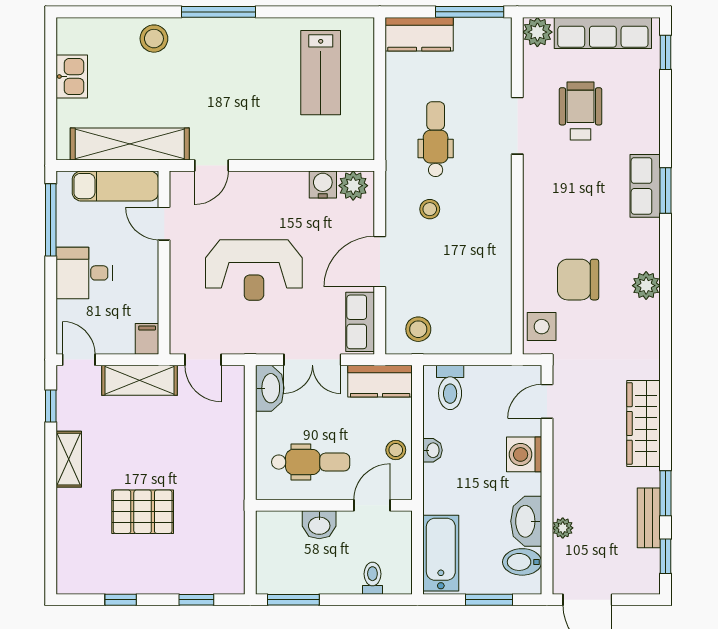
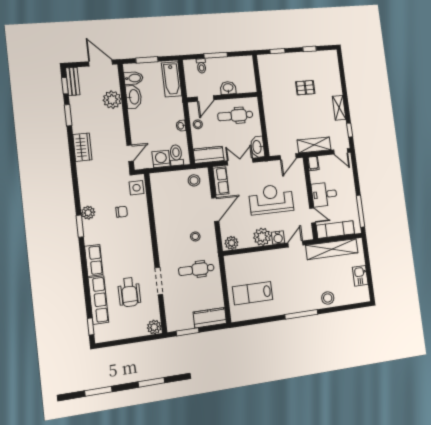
window: (470, 12) -> (188, 332), width x0.69
row of seats: (603, 33) -> (98, 300), moved, turned 90
lab bench: (321, 73) -> (253, 293), turned -90
dental chair: (436, 139) -> (196, 269), turned 90
water cooler: (323, 185) -> (278, 238), moved
window: (666, 190) -> (80, 226), moved
plant: (284, 191) -> (262, 237), added
desk: (84, 273) -> (324, 194), moved, turned 180
chair: (578, 280) -> (122, 212), width x0.54, depth x0.54
door: (203, 360) -> (288, 157), swing flipped
wardrobe: (643, 423) -> (82, 147), width x0.67
washing machine: (524, 454) -> (161, 159), moved, turned -90
pallet: (143, 512) -> (305, 88), width x0.67, depth x0.71
bench: (649, 518) -> (73, 81), moved
plant: (563, 528) -> (112, 100), width x1.88, depth x1.88
window: (293, 600) -> (216, 55), moved

